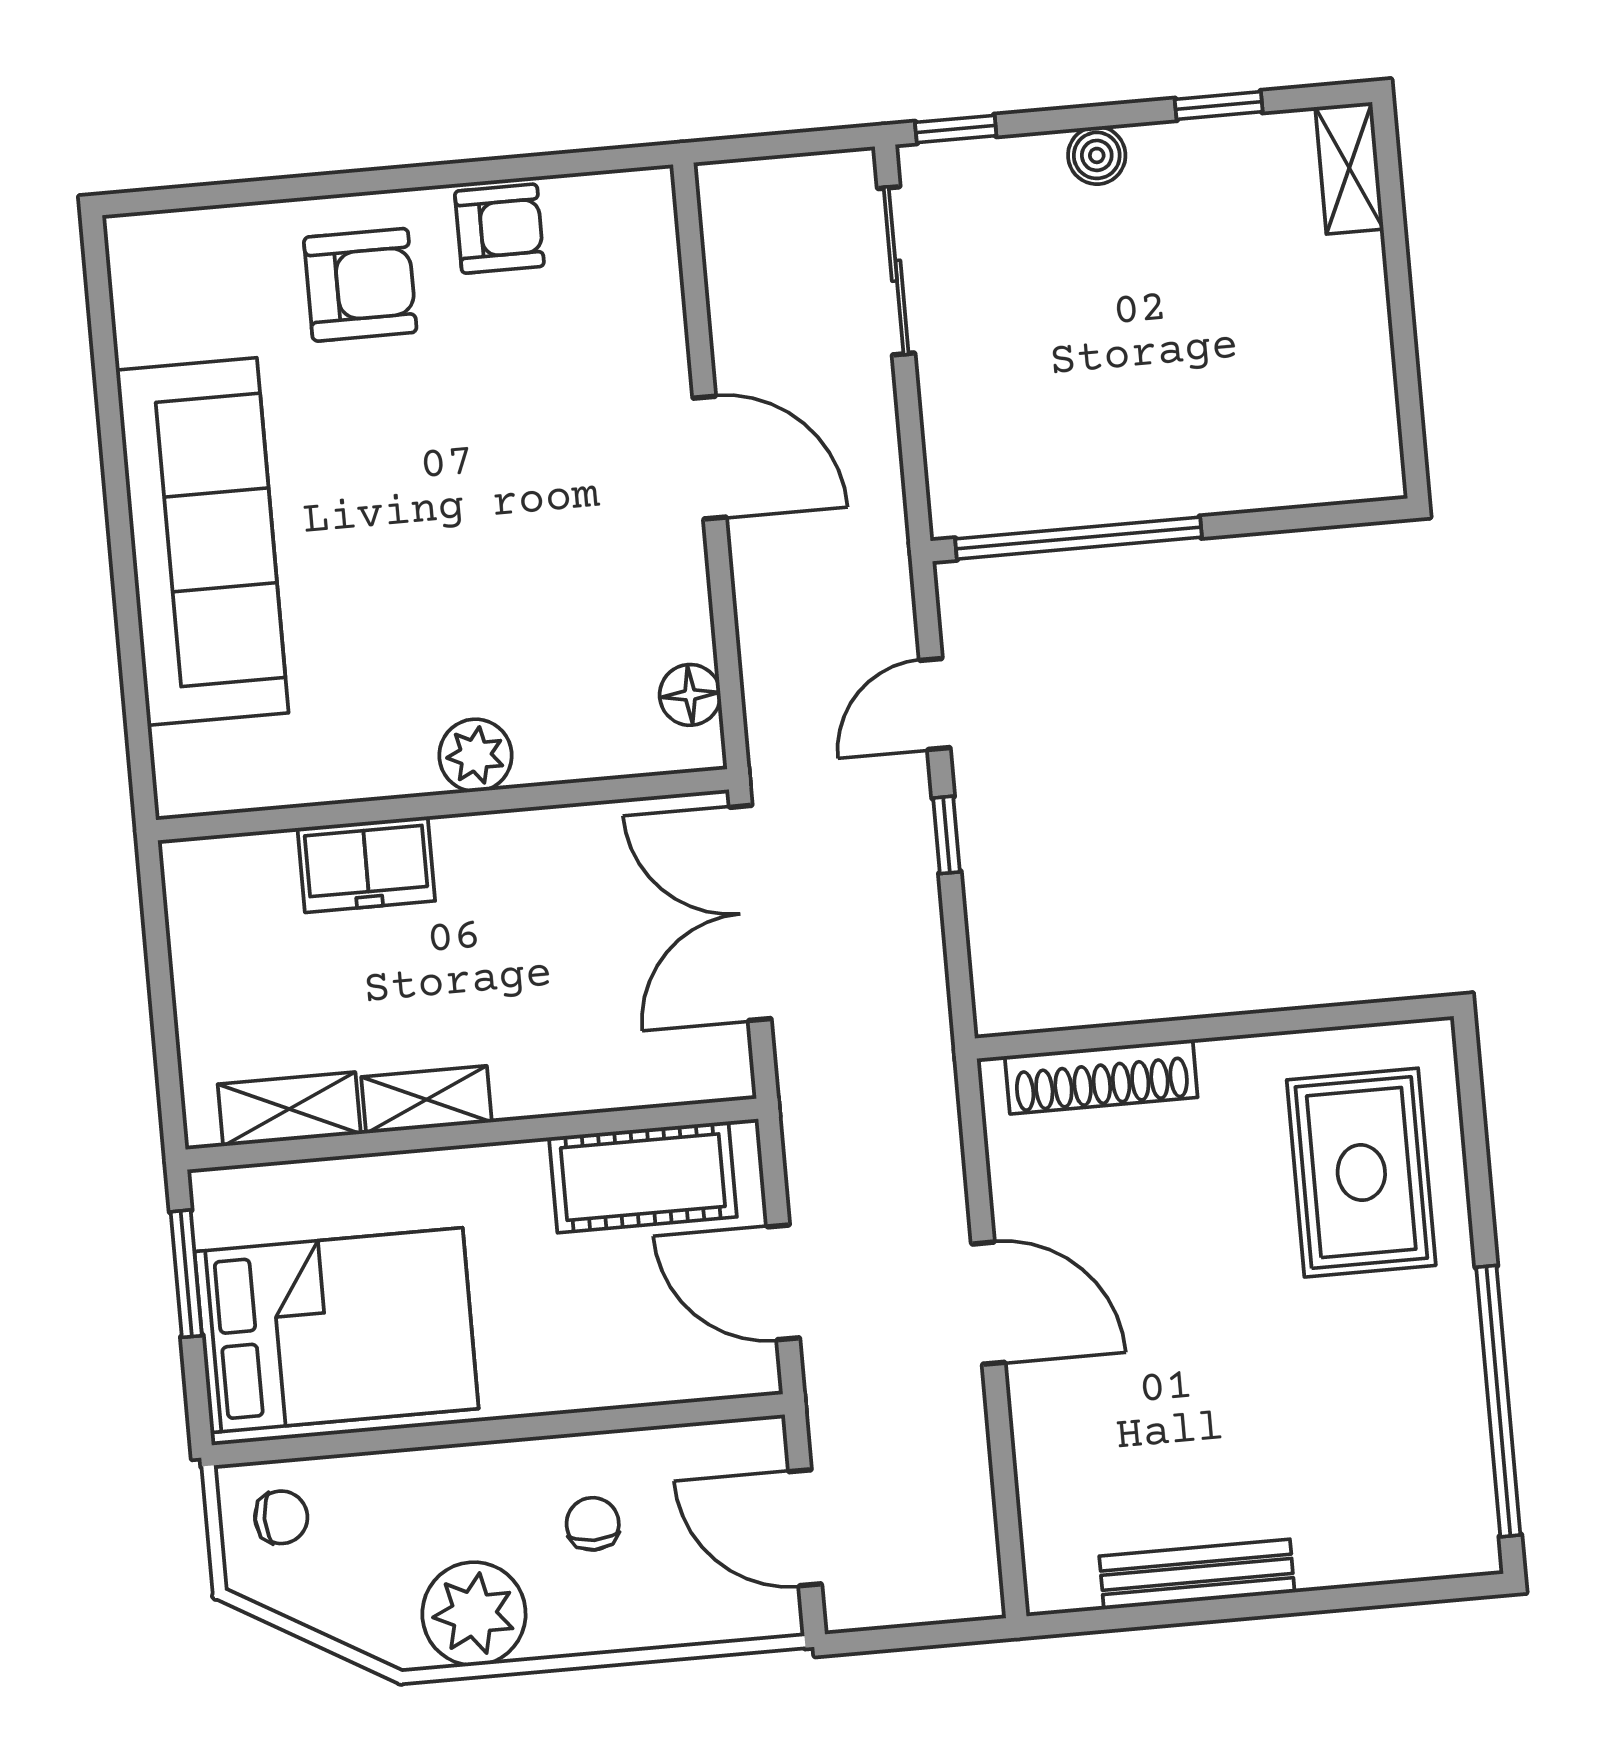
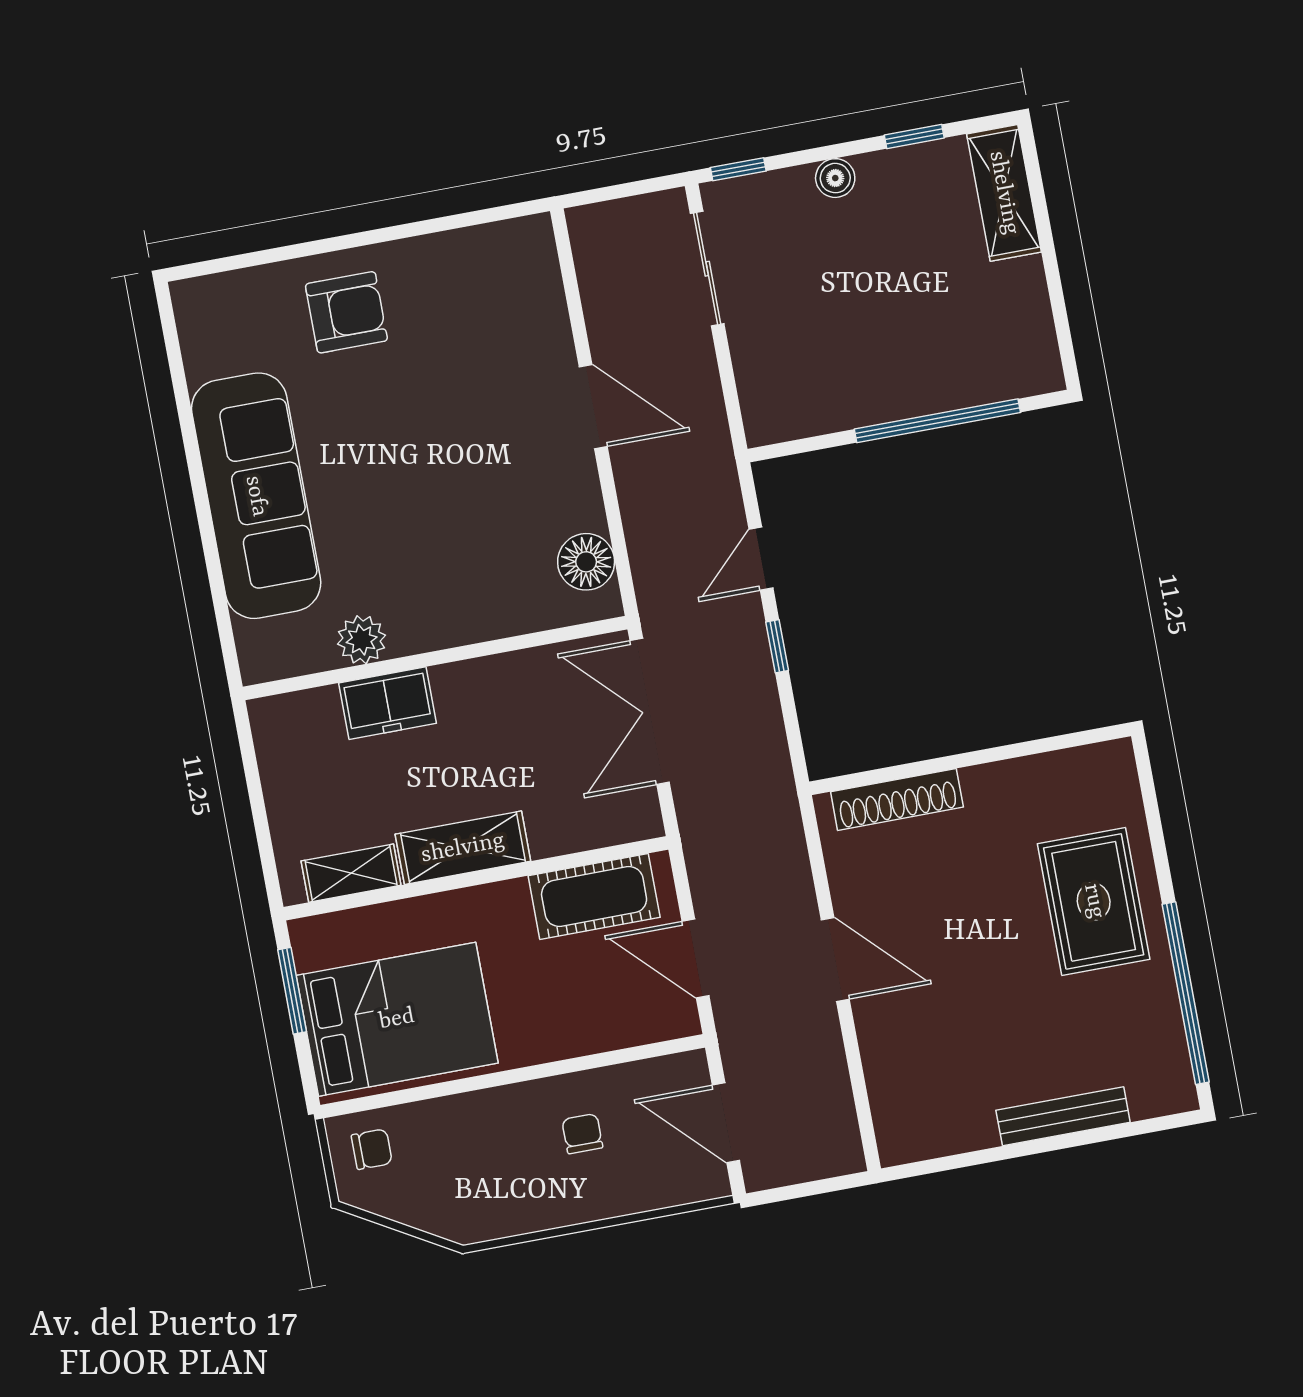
shelving: (1349, 168) -> (1004, 193), width x1.50, depth x1.33
armchair: (499, 229) -> (437, 266), removed
window: (1078, 538) -> (937, 421), moved
floor lamp: (690, 695) -> (586, 562), width x1.38, depth x1.38
plant: (476, 755) -> (362, 640), moved
shelving: (426, 1100) -> (463, 848), width x1.50, depth x1.33
rug: (1361, 1173) -> (1094, 901), moved
bench: (1197, 1574) -> (1063, 1116), moved
plant: (474, 1614) -> (508, 1202), removed

